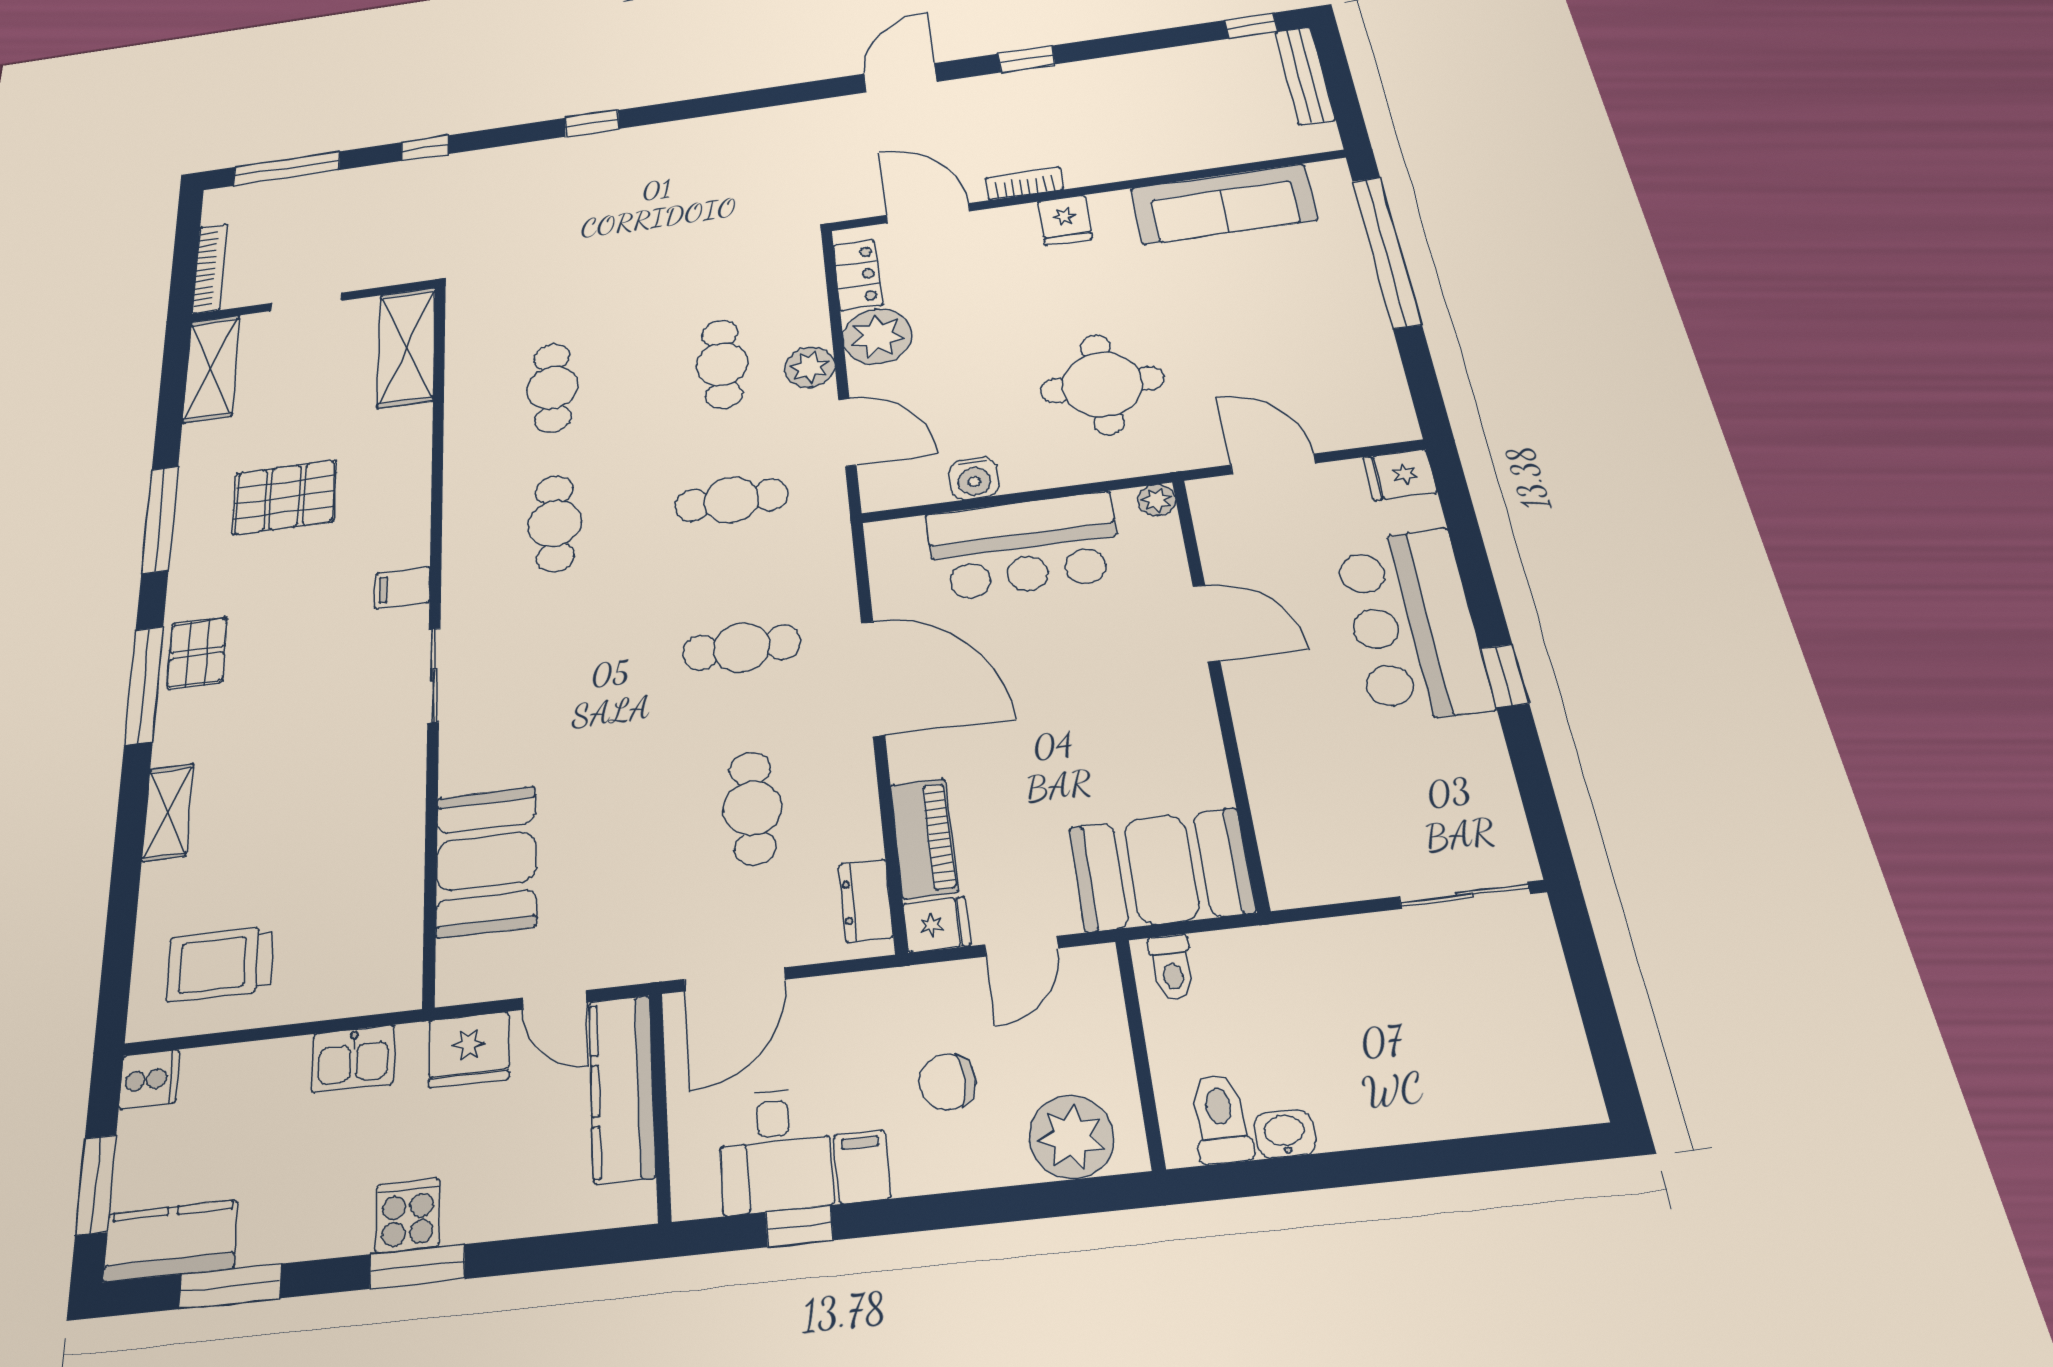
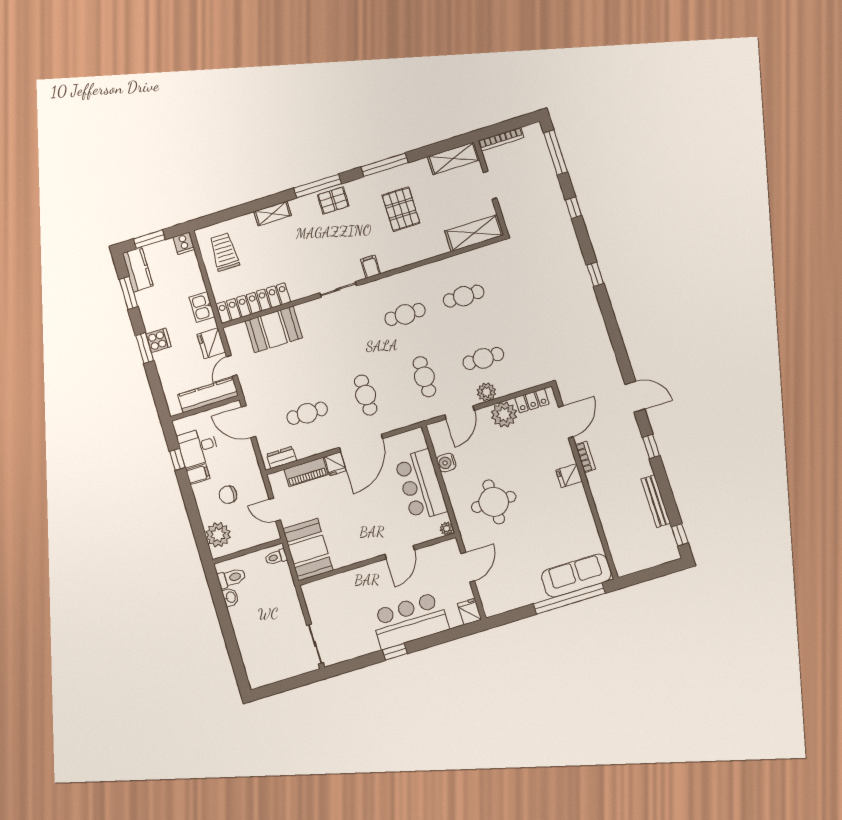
bench: (1305, 75) -> (656, 501), moved, turned 90
sofa: (1223, 204) -> (576, 576), moved, turned 90
locker: (393, 906) -> (253, 303), added
fridge: (937, 925) -> (335, 464), moved
chair: (947, 1082) -> (228, 495), turned -90

